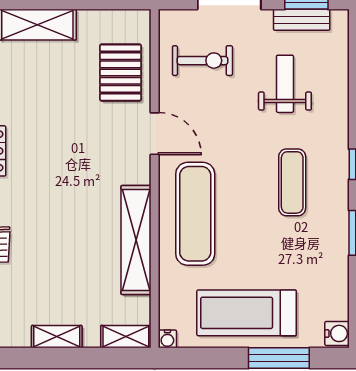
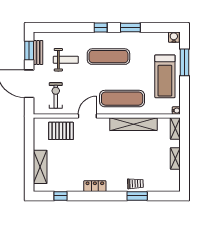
weight bench: (285, 84) -> (66, 60), turned 180
exercise mat: (292, 182) -> (108, 57), width x1.36, depth x1.45

